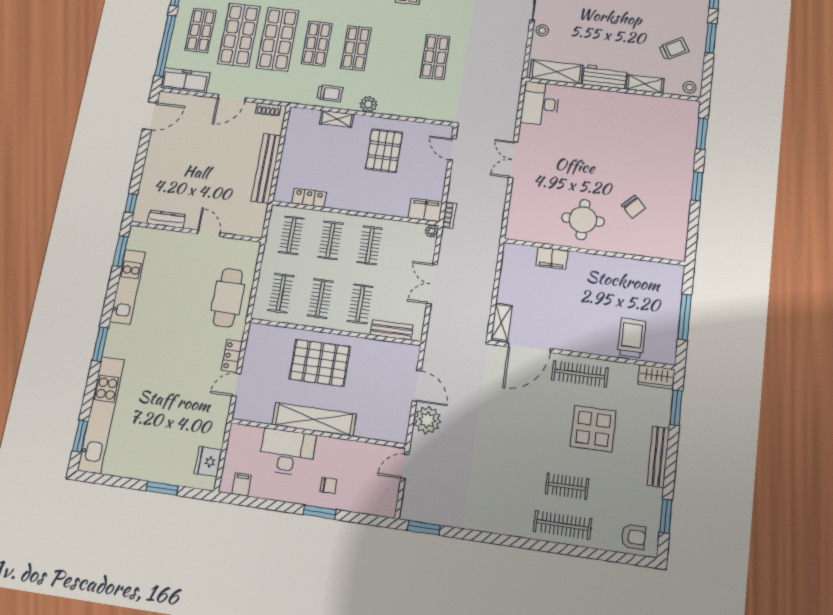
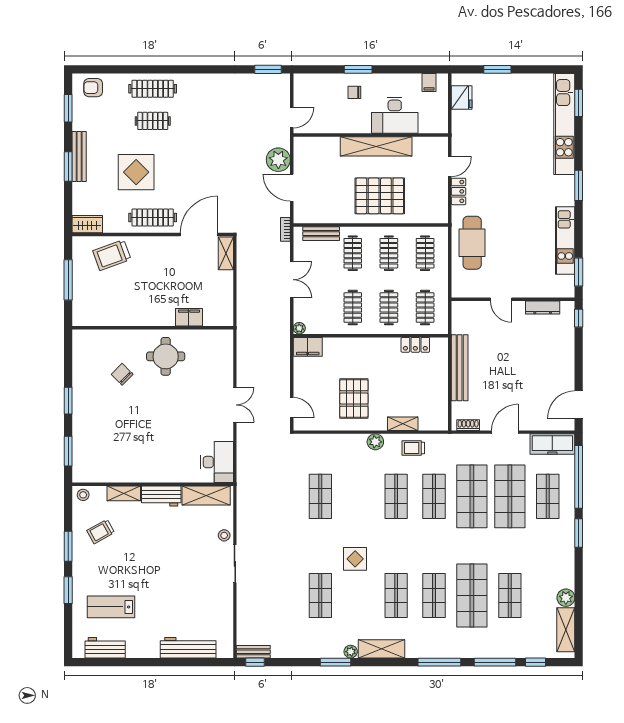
bookcase: (449, 215) -> (285, 229), moved
trolley: (632, 338) -> (112, 255), turned 70
window: (676, 408) -> (68, 167), moved

